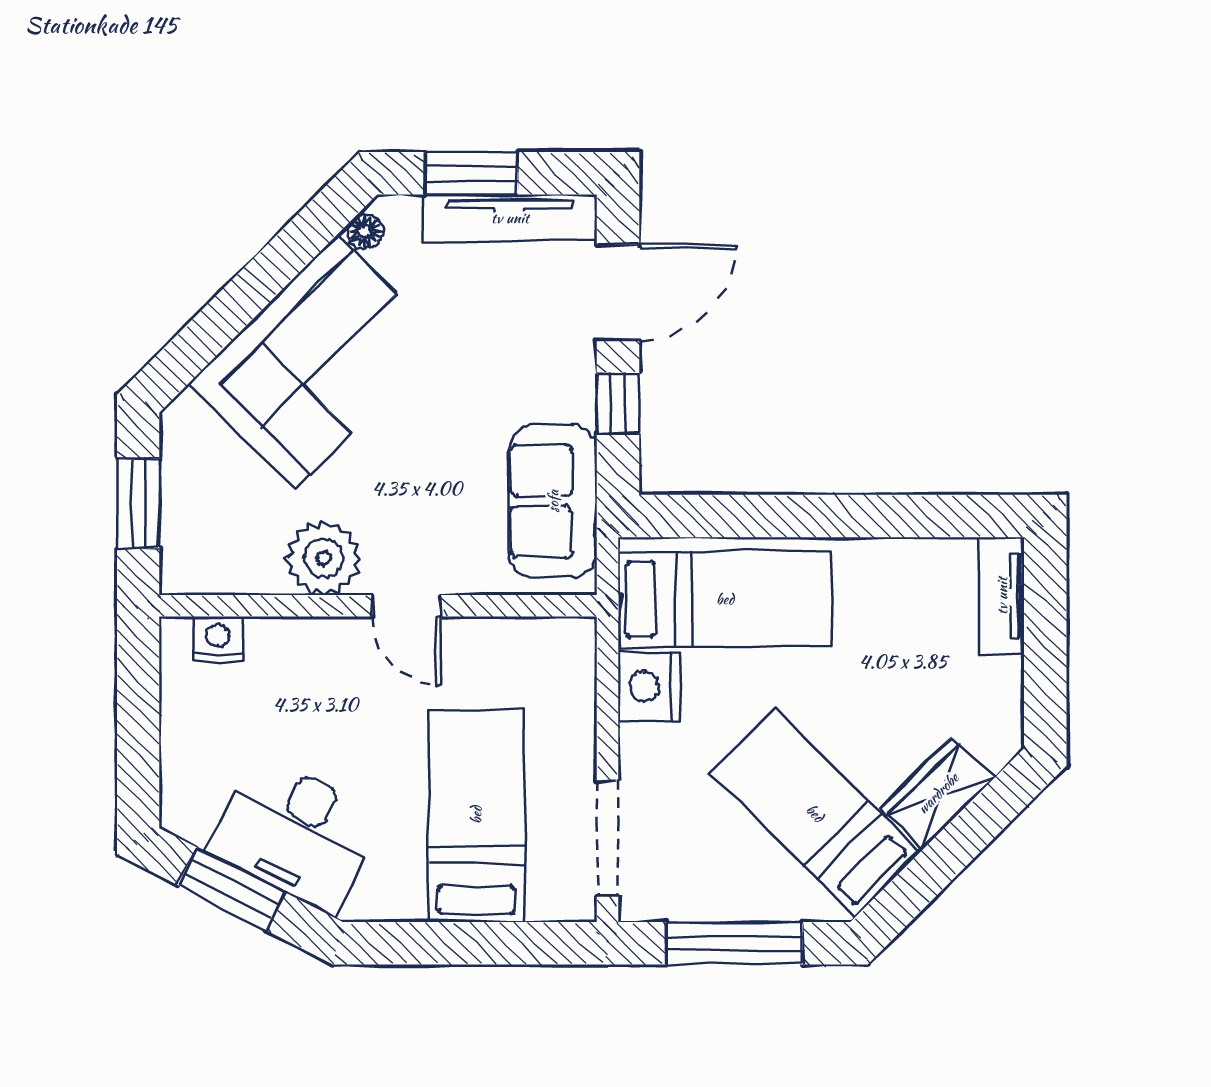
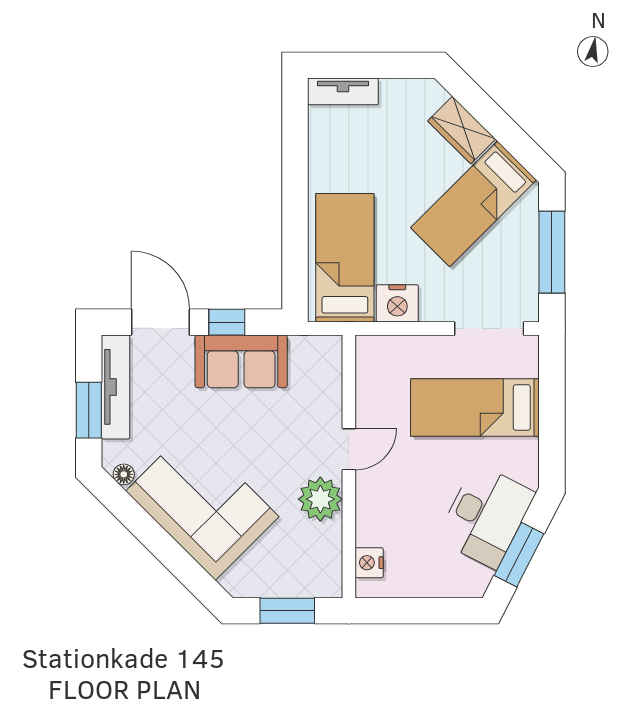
sofa: (553, 501) -> (241, 361), moved

